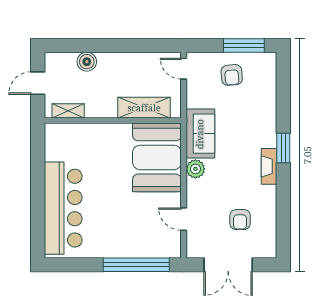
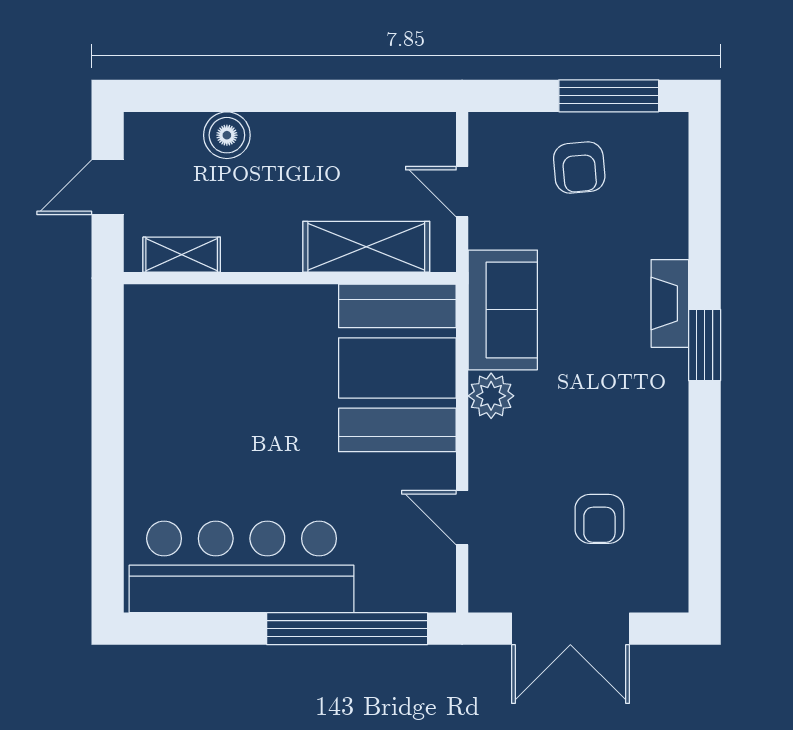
door: (184, 69) -> (462, 192), moved
fireplace: (269, 166) -> (670, 303), moved
bar counter: (63, 208) -> (242, 567), moved, turned -90

